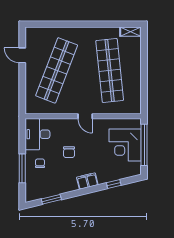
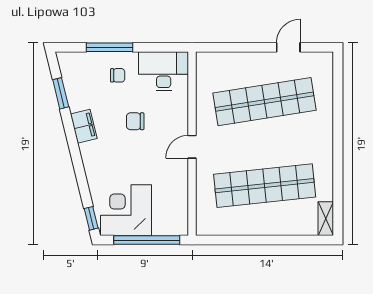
shop shelf: (57, 70) -> (265, 102), turned -30
corner desk: (125, 145) -> (126, 210), moved
filing cabinet: (87, 181) -> (84, 126), moved
window: (114, 184) -> (91, 218), moved

